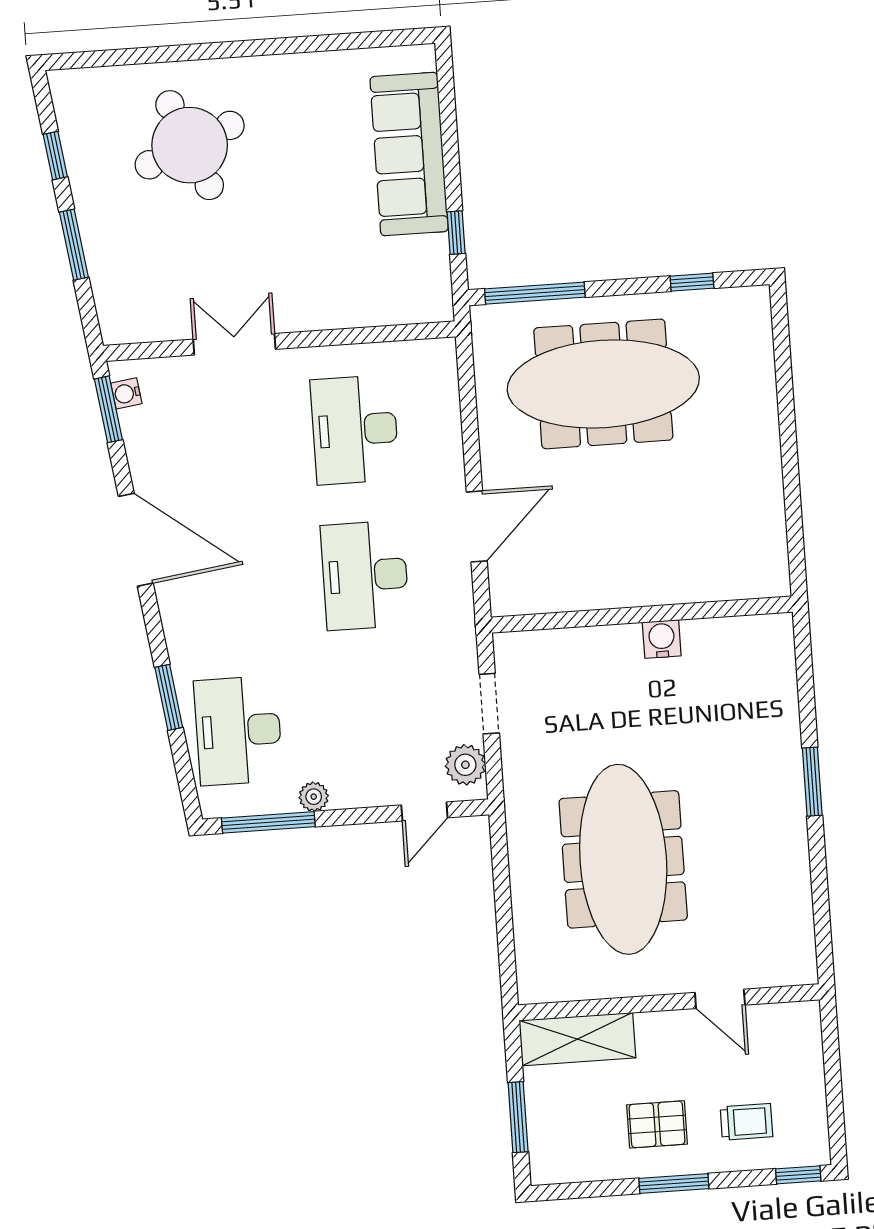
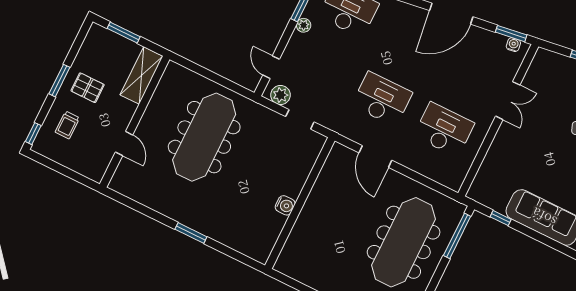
meeting table: (623, 859) -> (204, 137), turned 90
door: (720, 999) -> (124, 143), swing flipped
pallet: (657, 1124) -> (88, 88), turned 90

